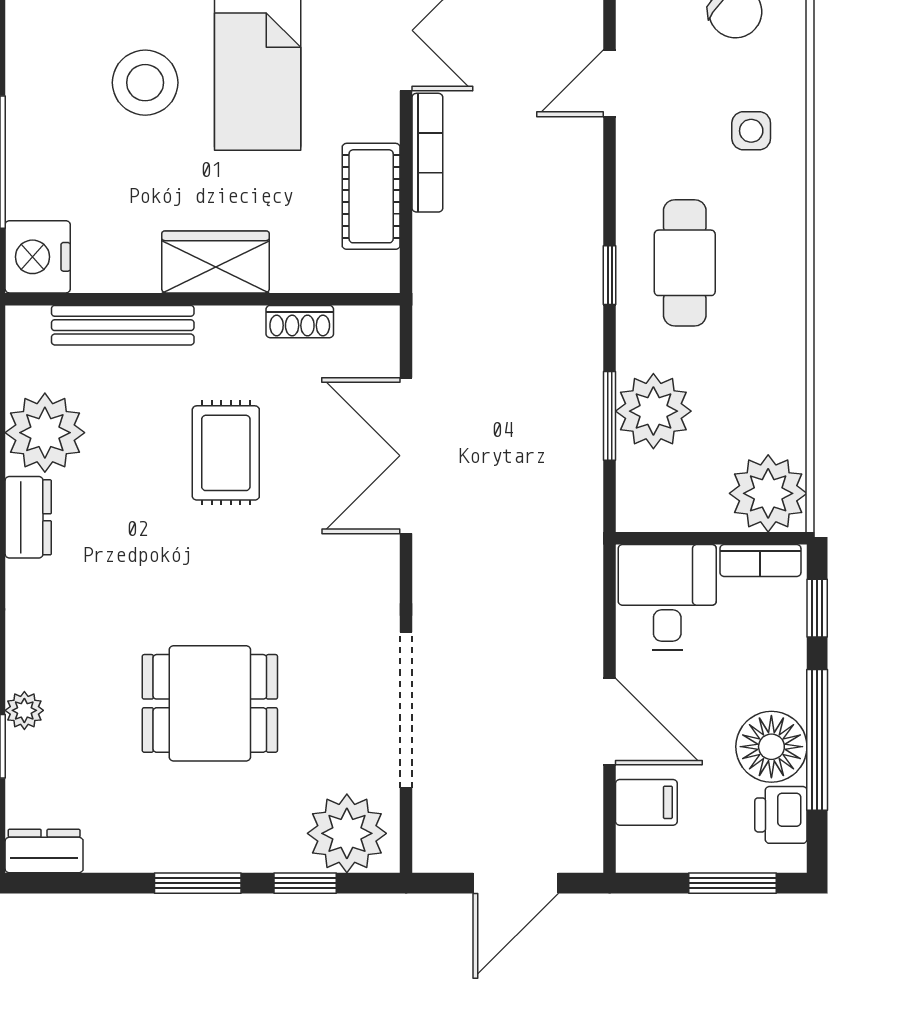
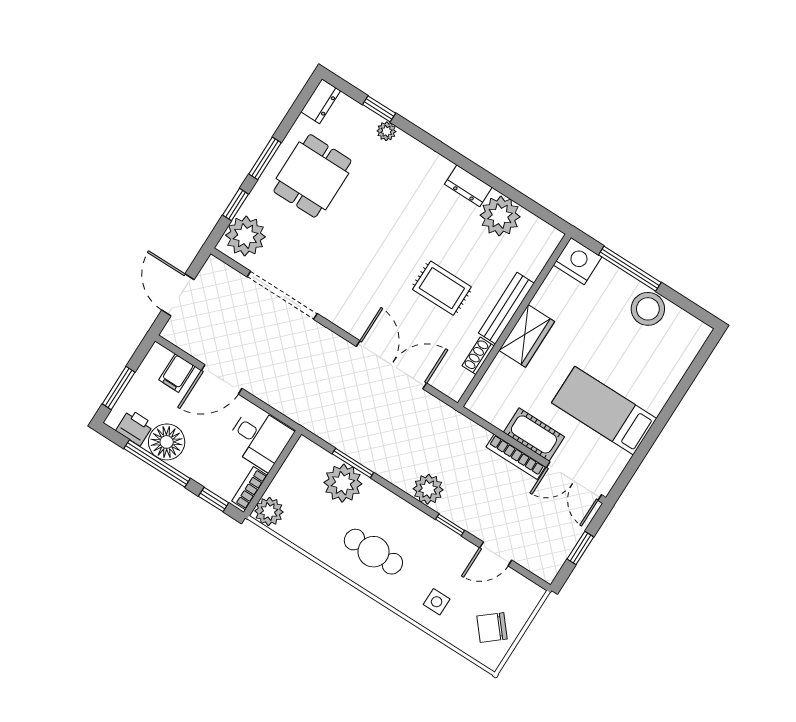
stool: (145, 83) -> (648, 309), moved
door: (610, 83) -> (496, 554), swing flipped
cot: (371, 196) -> (534, 434), moved
cafe table: (685, 263) -> (373, 552), moved
plant: (574, 264) -> (428, 489), added
window: (610, 275) -> (450, 525), moved
bench: (123, 325) -> (506, 308), moved
plant: (768, 493) -> (269, 511), width x0.73, depth x0.73
dining table: (210, 703) -> (312, 176), moved

